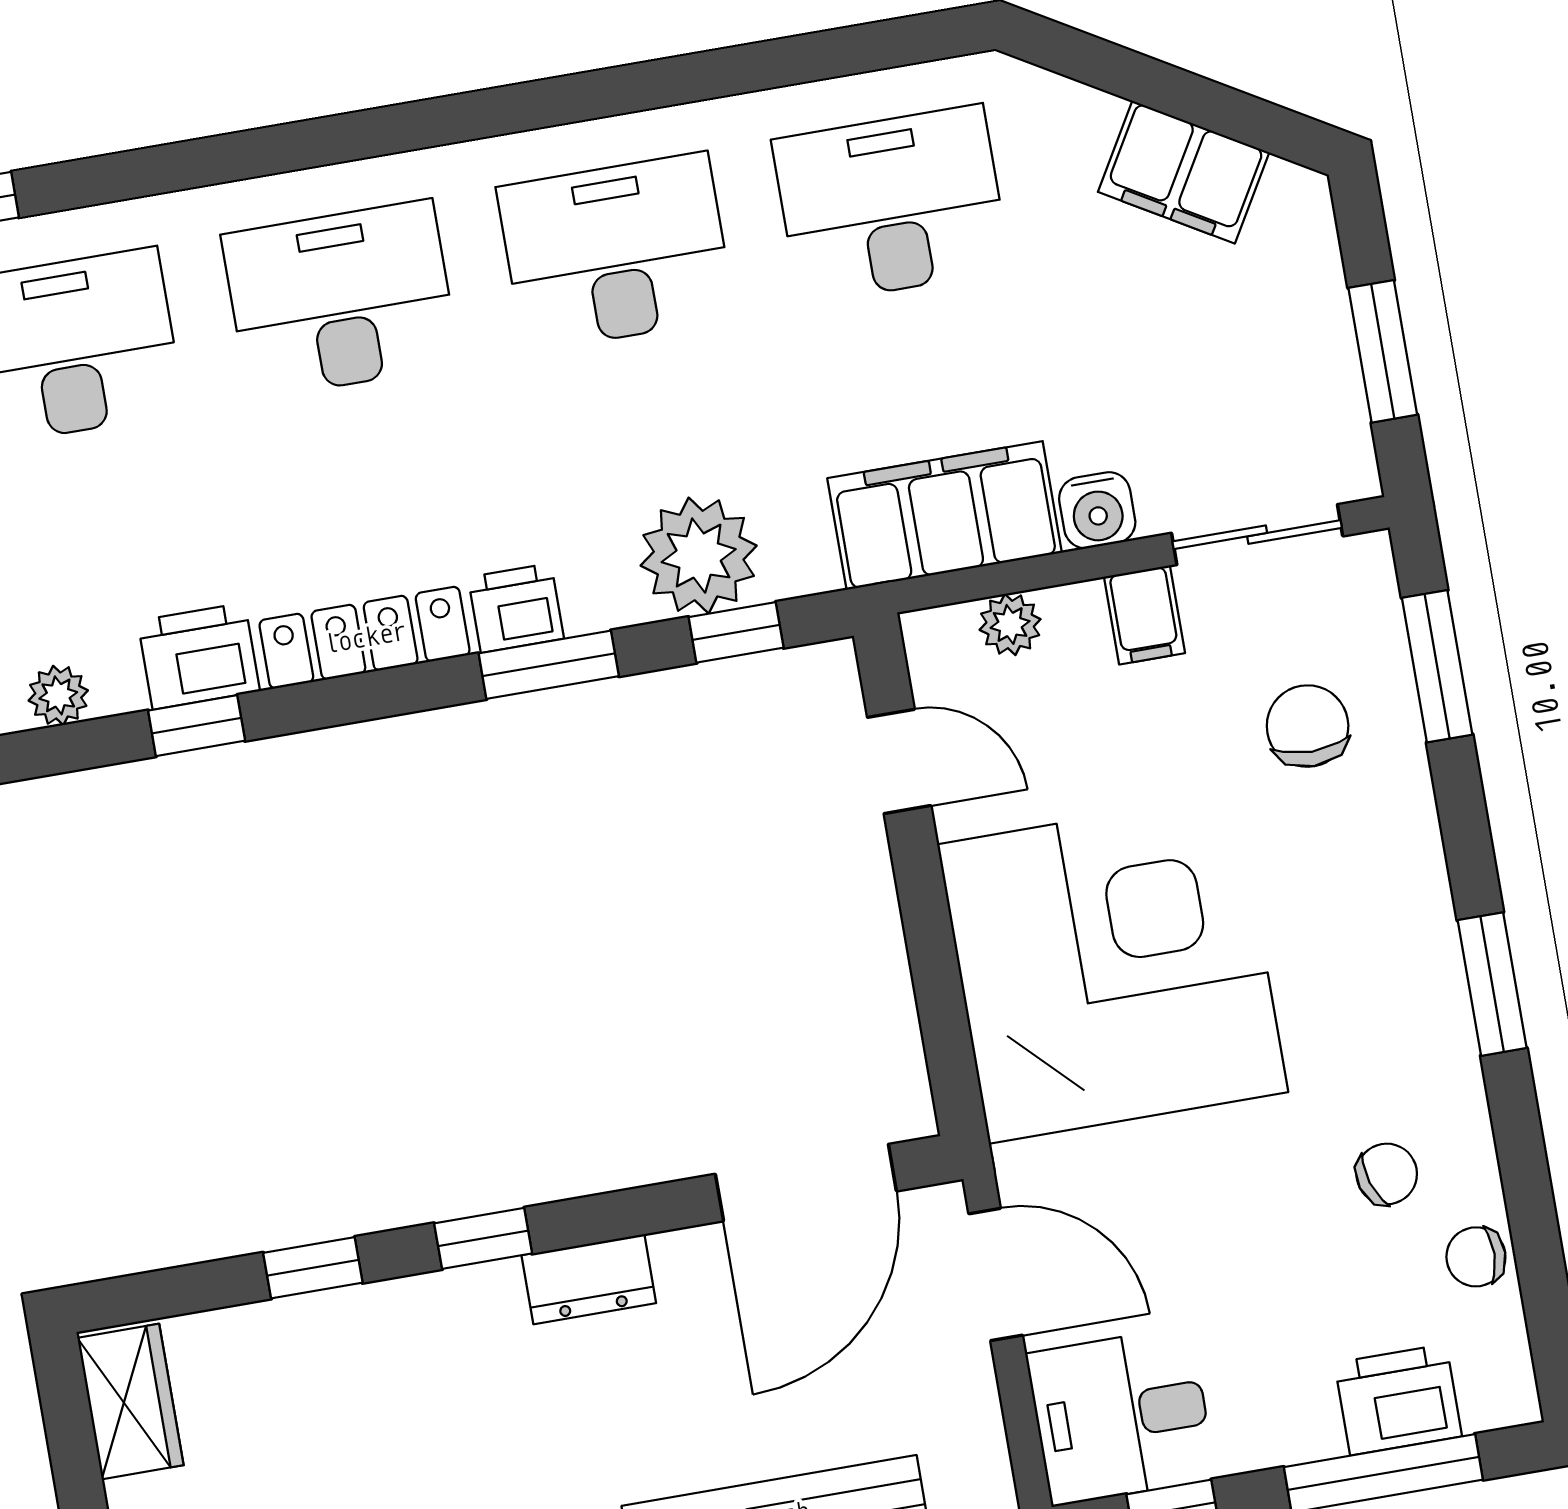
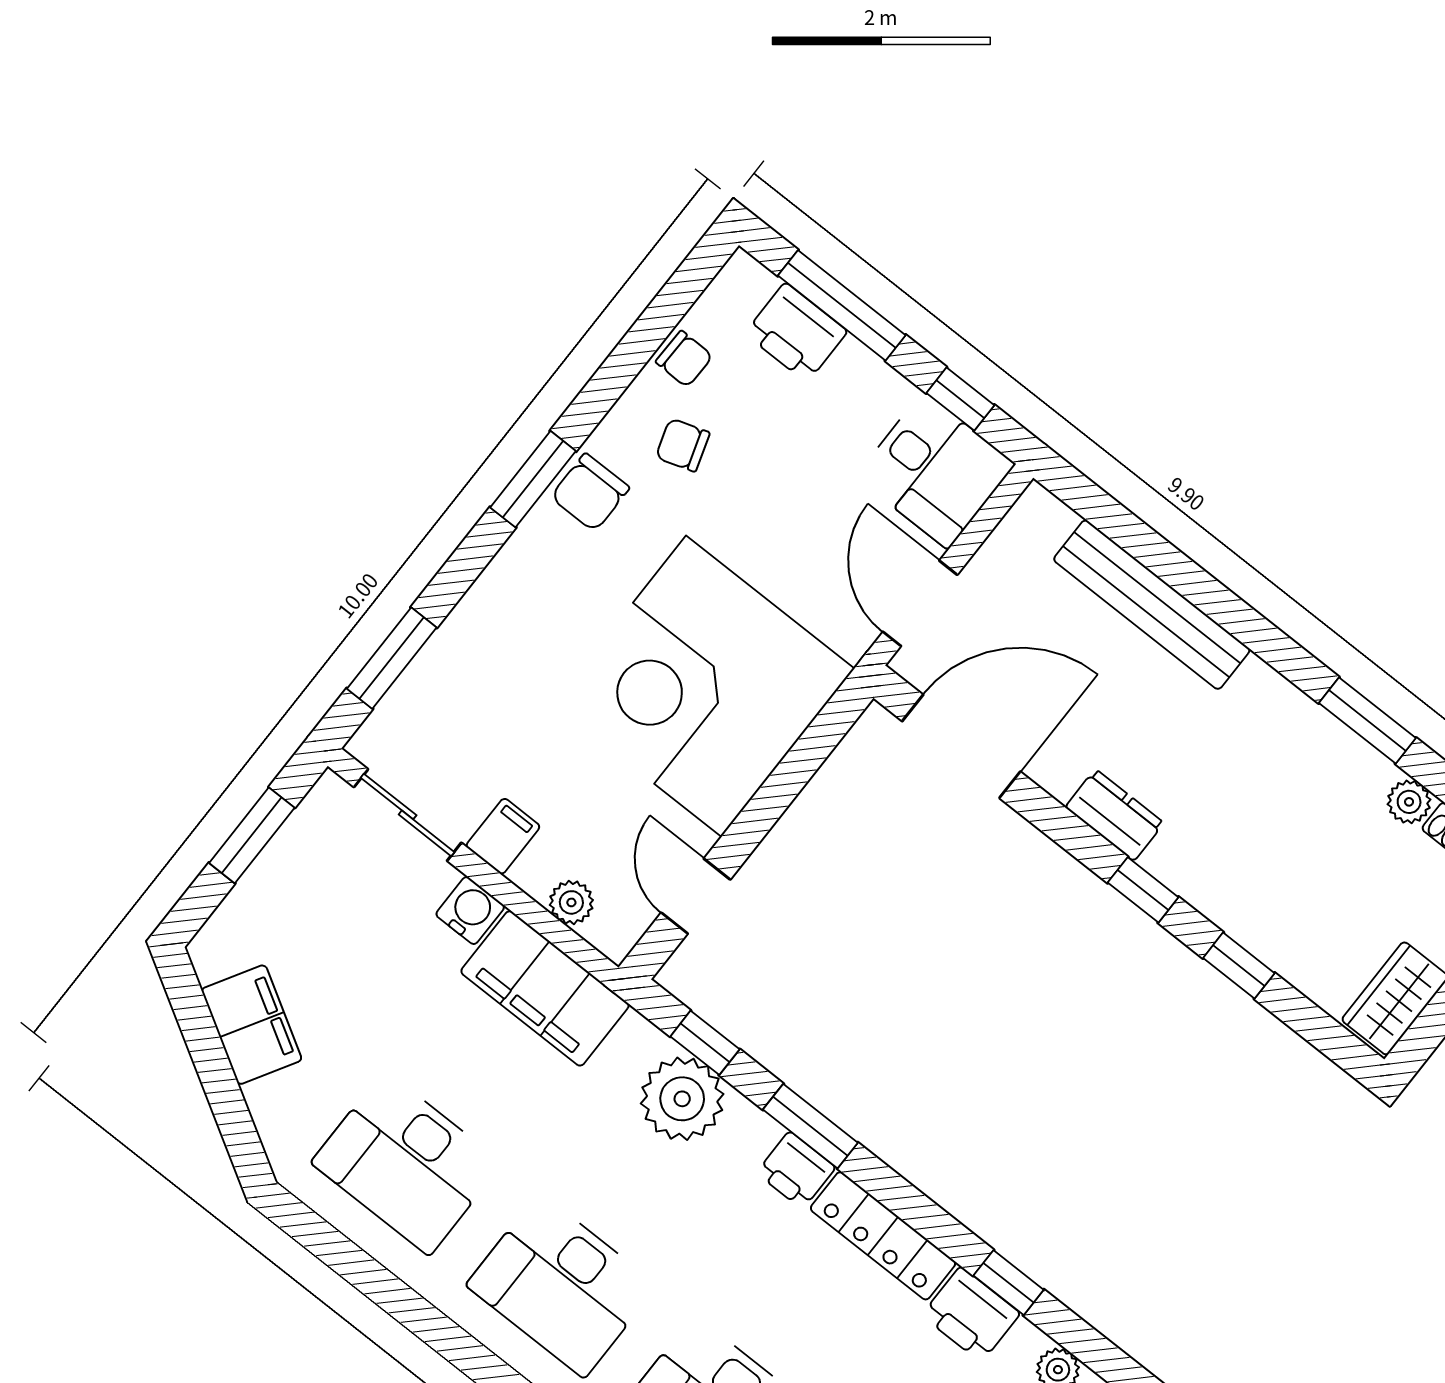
chair: (1308, 726) -> (590, 492), moved

